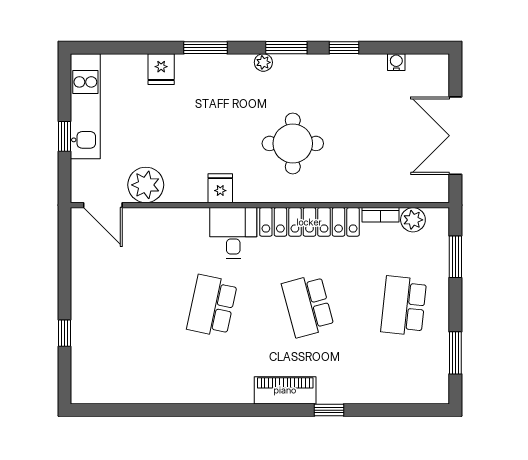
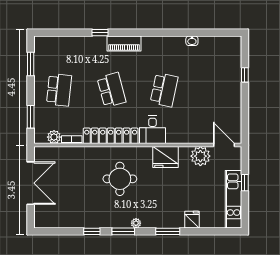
water cooler: (396, 62) -> (63, 223), removed
fridge: (220, 188) -> (165, 157), width x1.88, depth x1.34
washbasin: (161, 395) -> (192, 41), added

